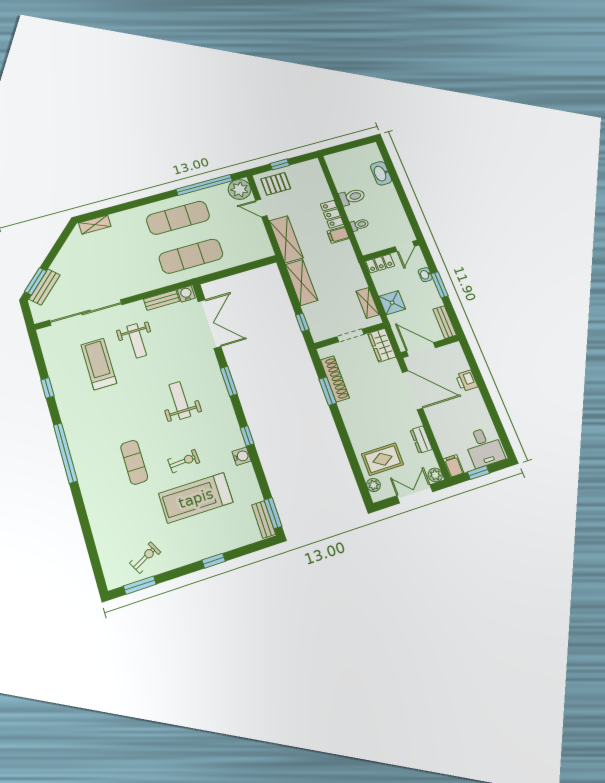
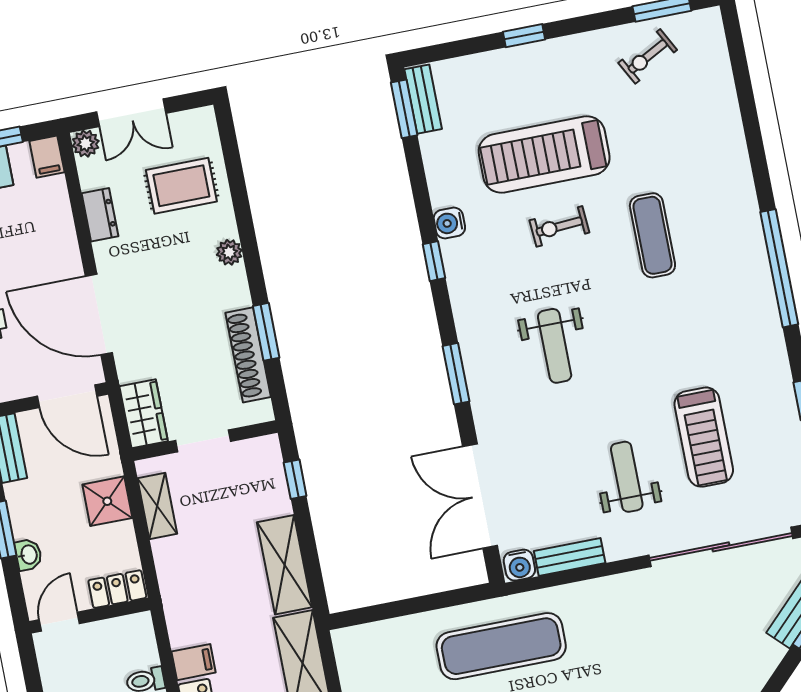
plant: (373, 485) -> (229, 252), moved
treadmill: (196, 498) -> (544, 154), turned 180

